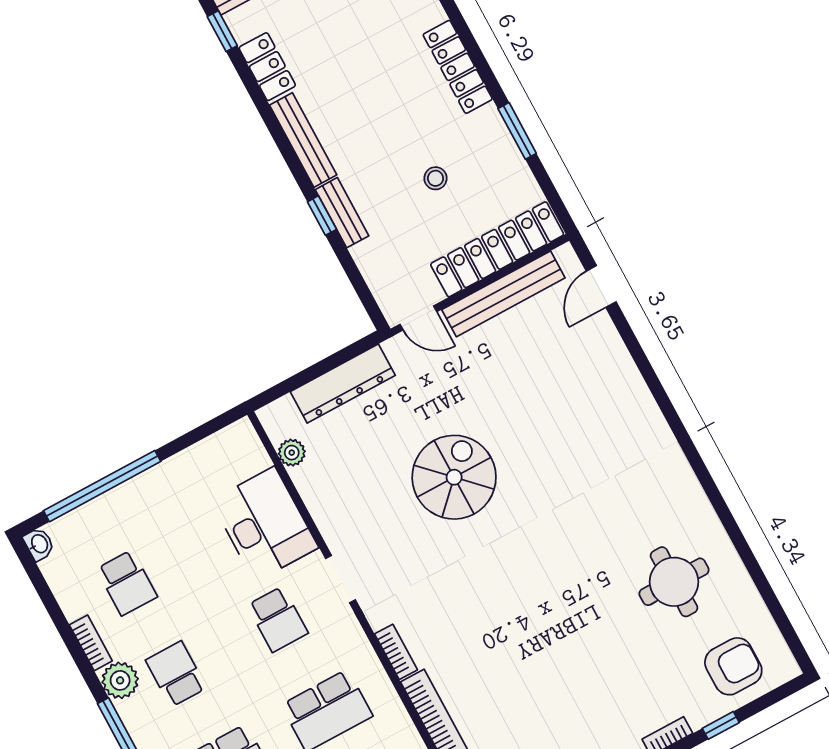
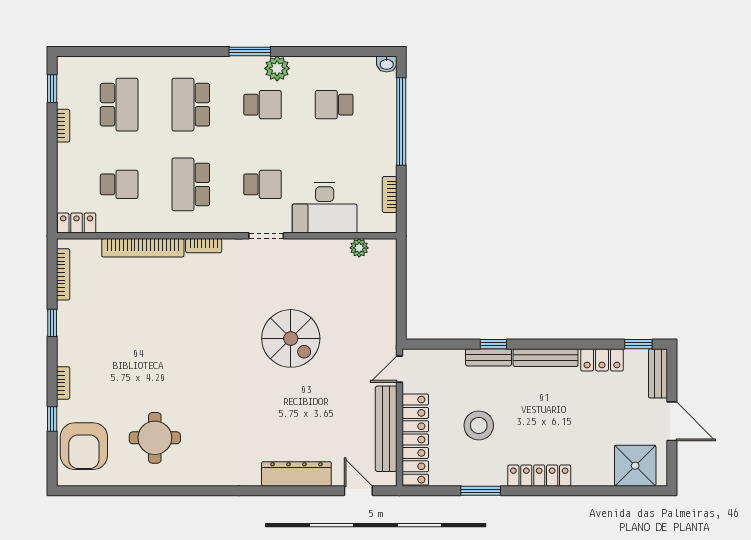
stool: (435, 178) -> (479, 425), width x1.89, depth x1.89
dresser: (343, 384) -> (296, 474), moved, turned 90
school desk: (278, 619) -> (262, 184), turned 180
bookcase: (91, 643) -> (390, 194), moved, turned 90
armchair: (733, 666) -> (84, 446), width x1.36, depth x1.36

